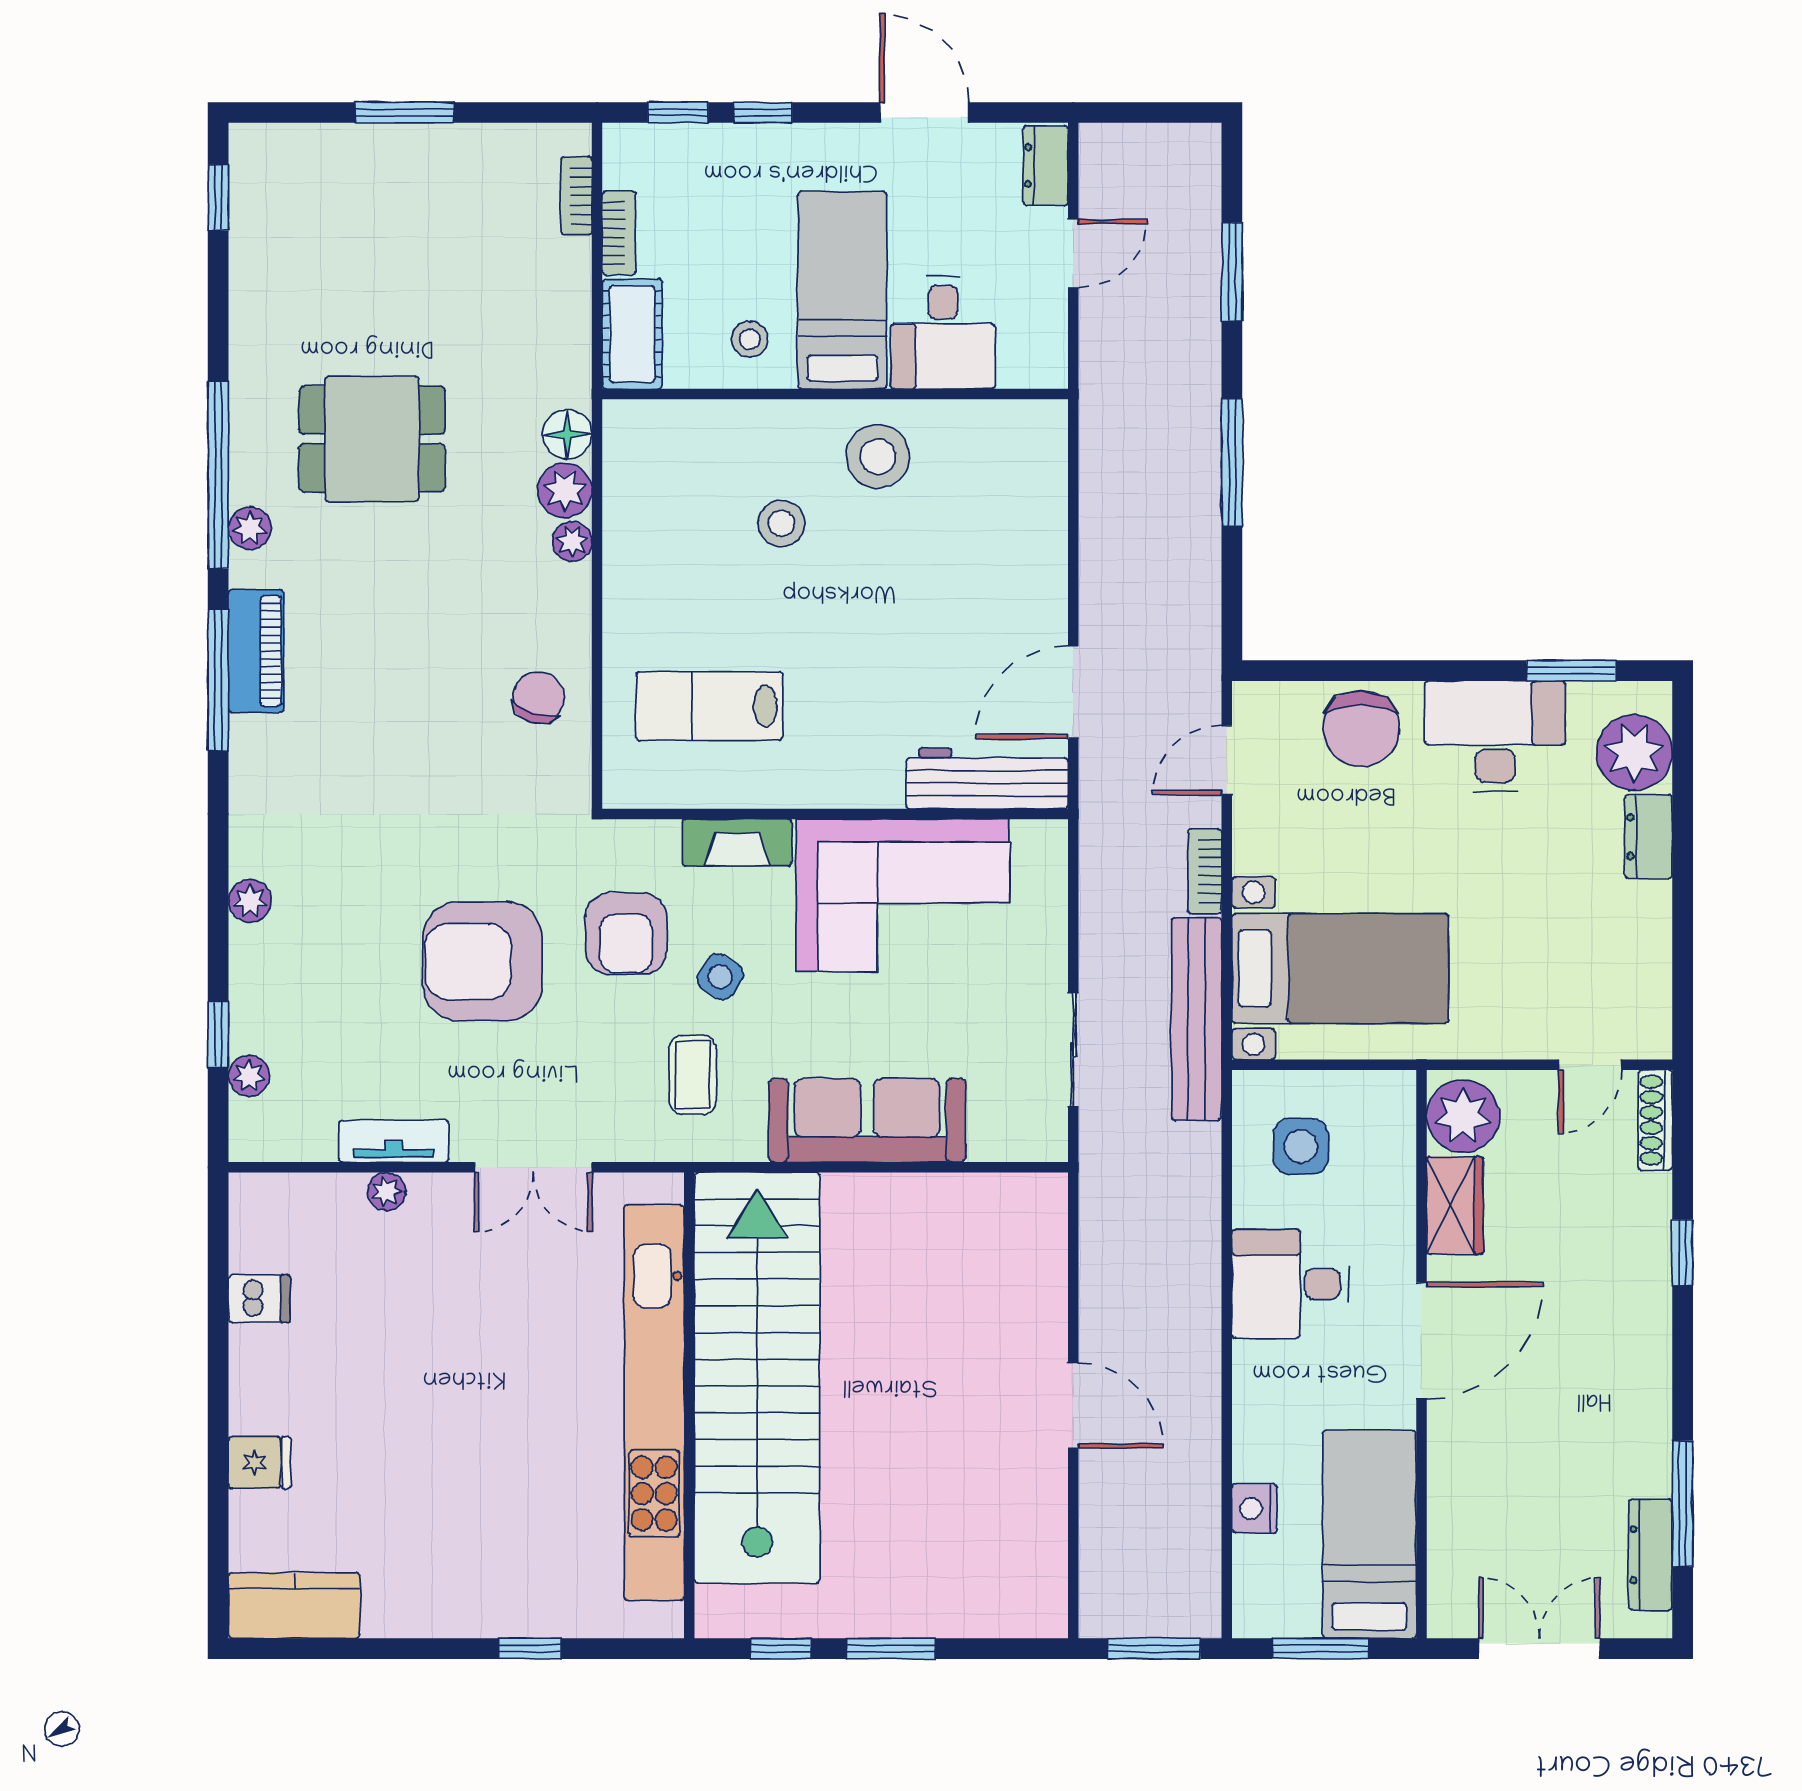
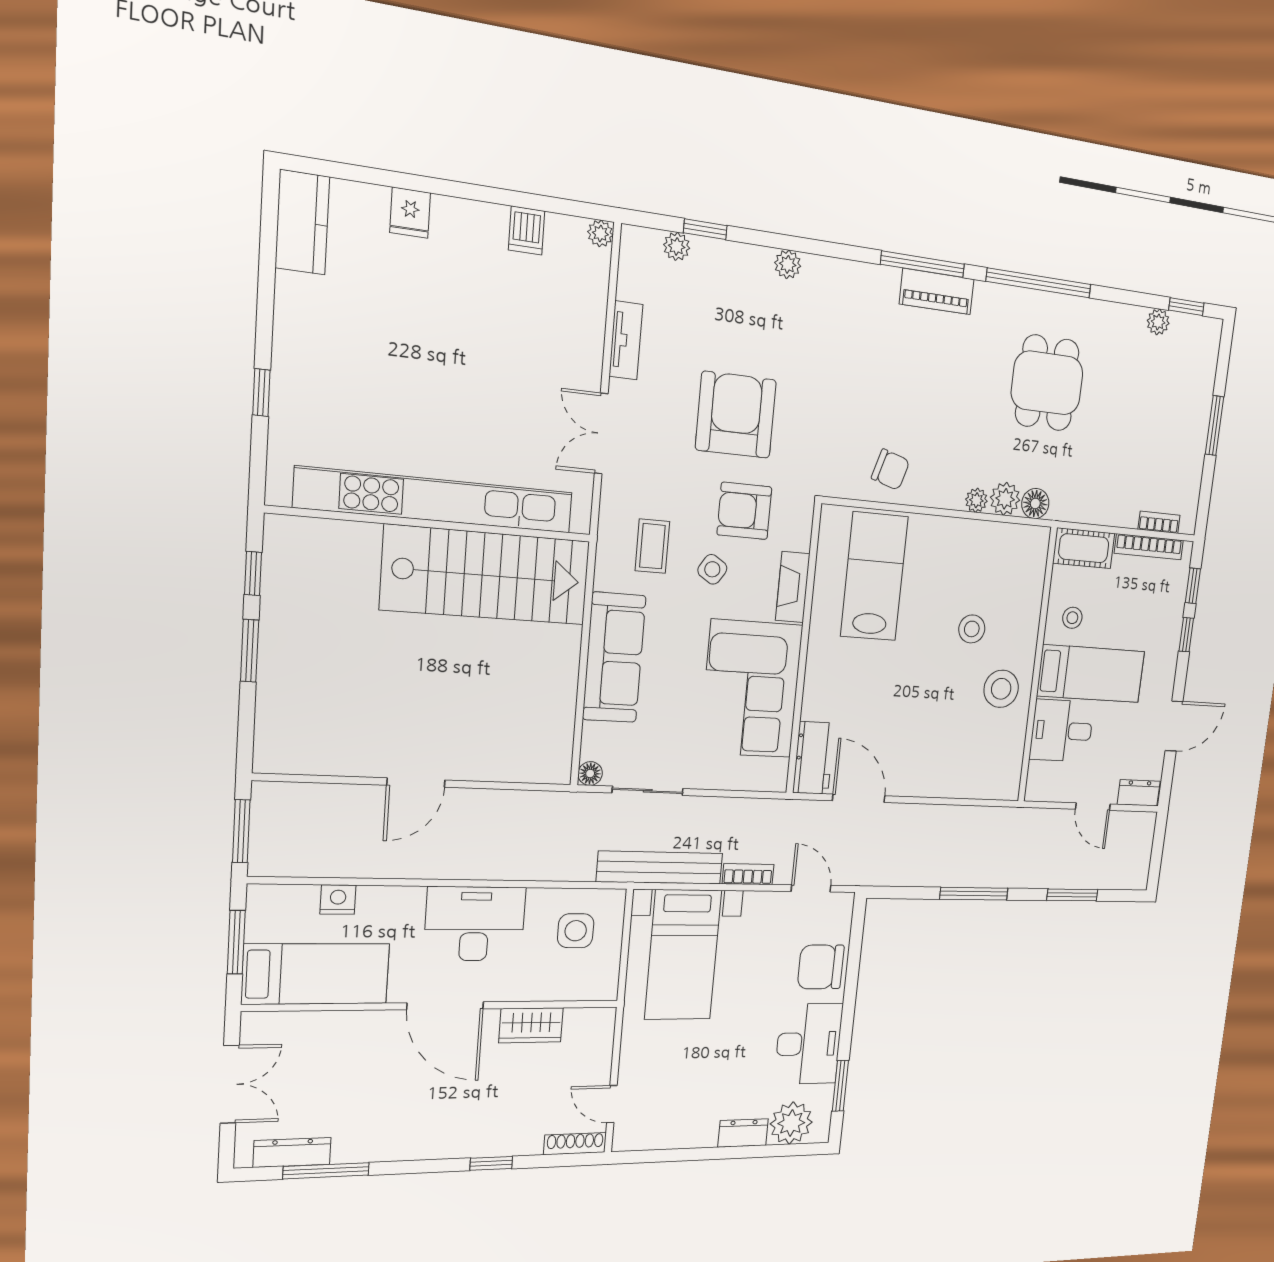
bookcase: (619, 233) -> (1149, 547), width x1.56
plant: (250, 528) -> (1158, 322), moved
lab bench: (709, 706) -> (874, 576), width x1.36, depth x1.39
workbench: (987, 778) -> (814, 758), width x0.73
coffee table: (693, 1075) -> (652, 546), turned 90
plant: (1463, 1116) -> (587, 1029), removed
floor lamp: (1049, 1143) -> (590, 774), added
plant: (386, 1191) -> (600, 233), moved
desk: (1291, 1284) -> (475, 924), width x1.37
stairs: (757, 1378) -> (486, 575), width x0.73

